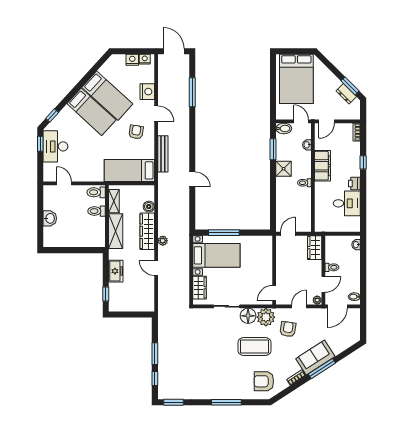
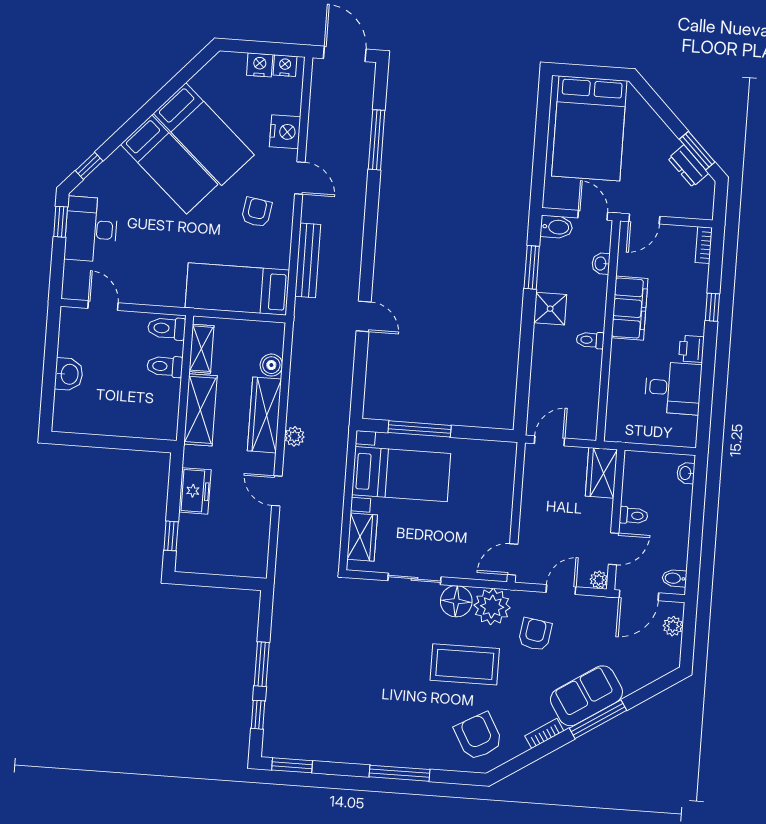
plant: (355, 320) -> (673, 626), added
armchair: (264, 381) -> (479, 736), turned 61

